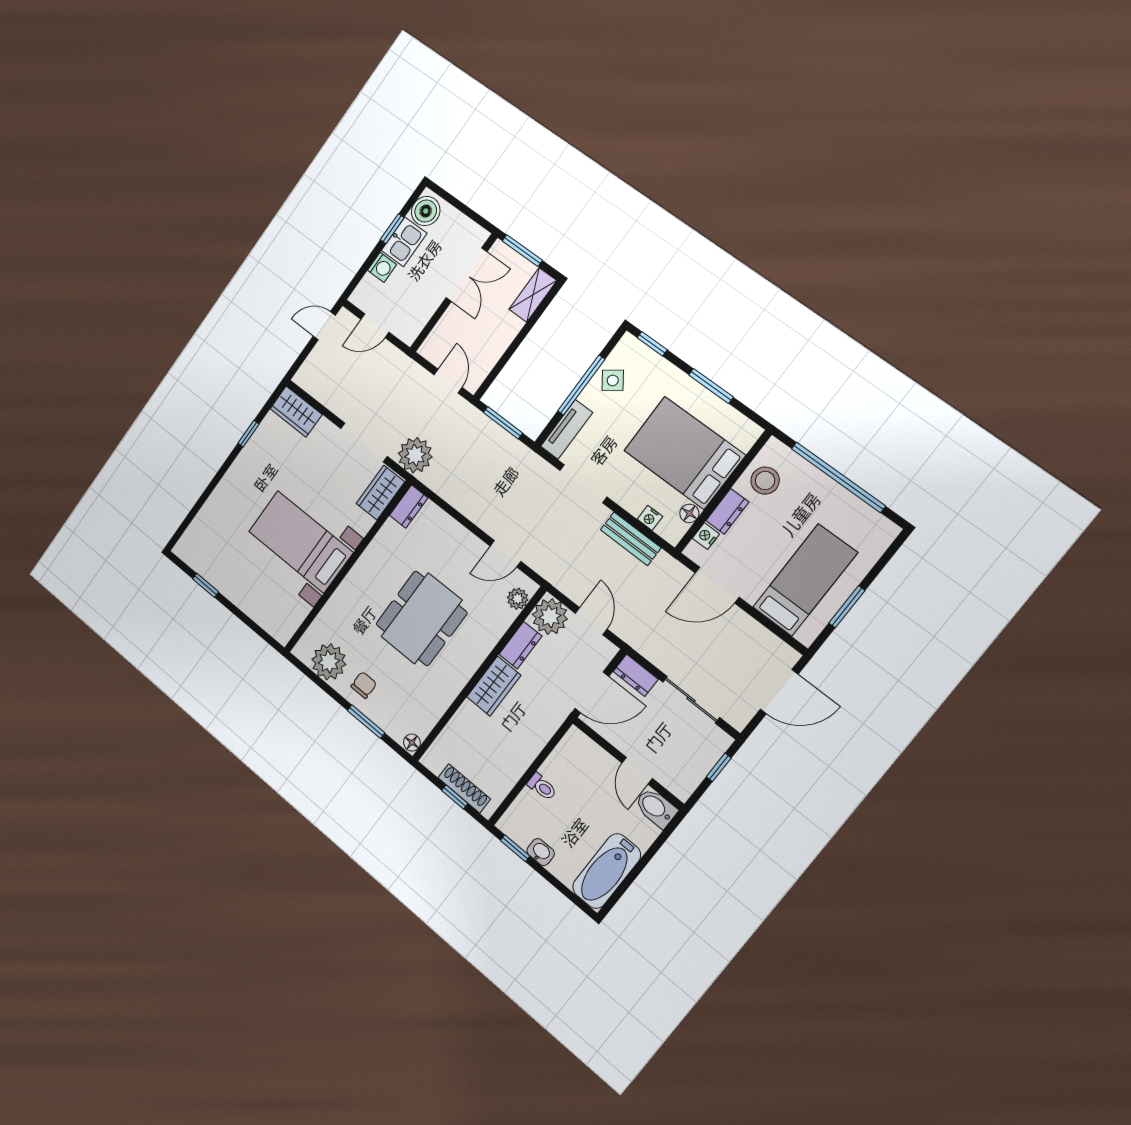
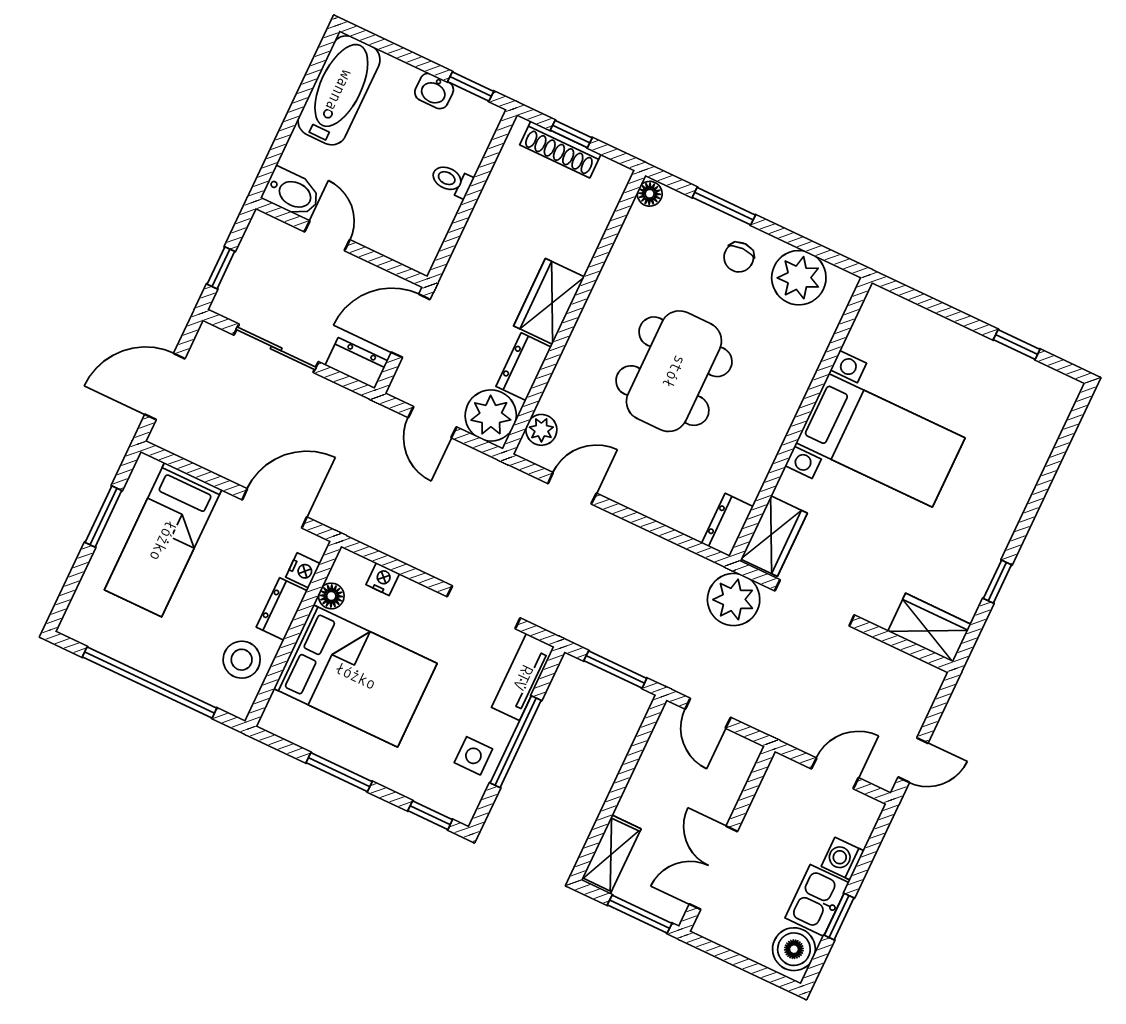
side table: (613, 380) -> (473, 756), turned 36
bench: (631, 539) -> (403, 546), removed

